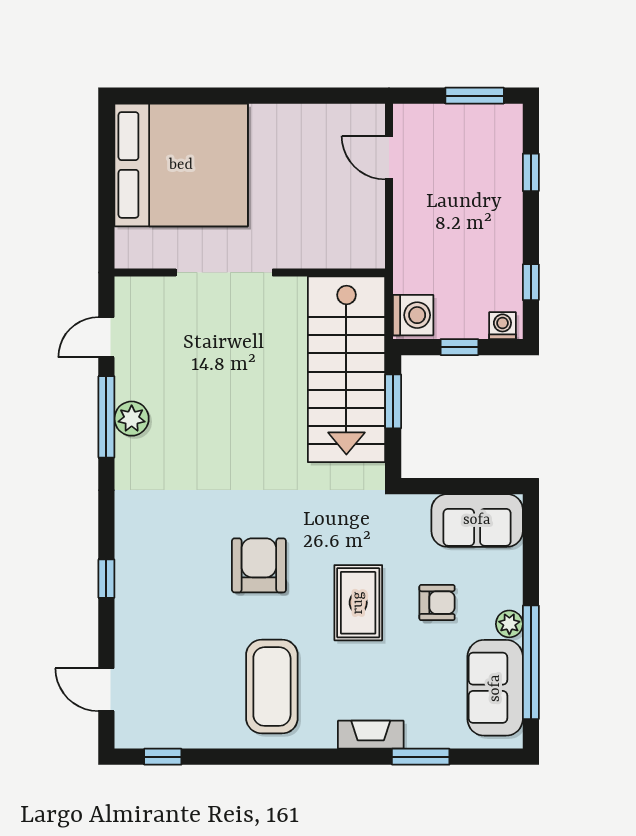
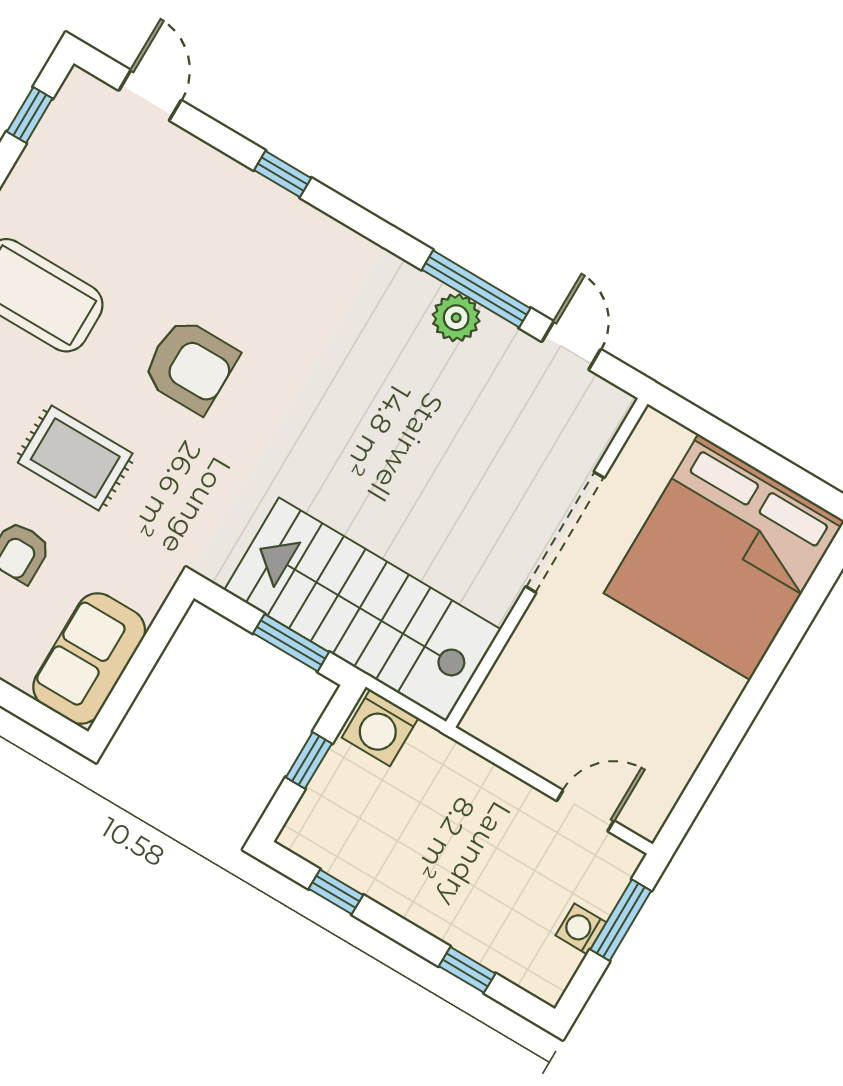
window: (475, 96) -> (621, 920), moved
washing machine: (502, 326) -> (581, 929), moved, turned 180
door: (106, 690) -> (150, 95), hinge flipped

